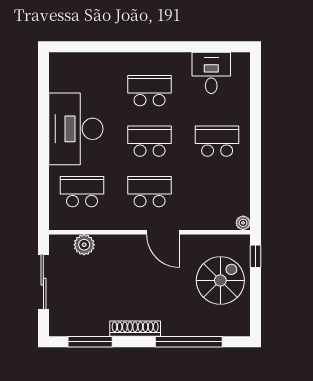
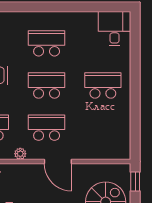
desk: (211, 73) -> (115, 29), moved
plant: (243, 223) -> (20, 154), moved

